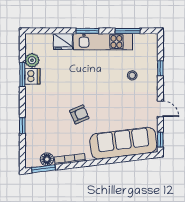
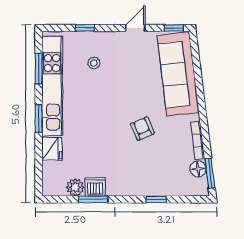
kitchen unit: (103, 42) -> (52, 86), width x1.36

